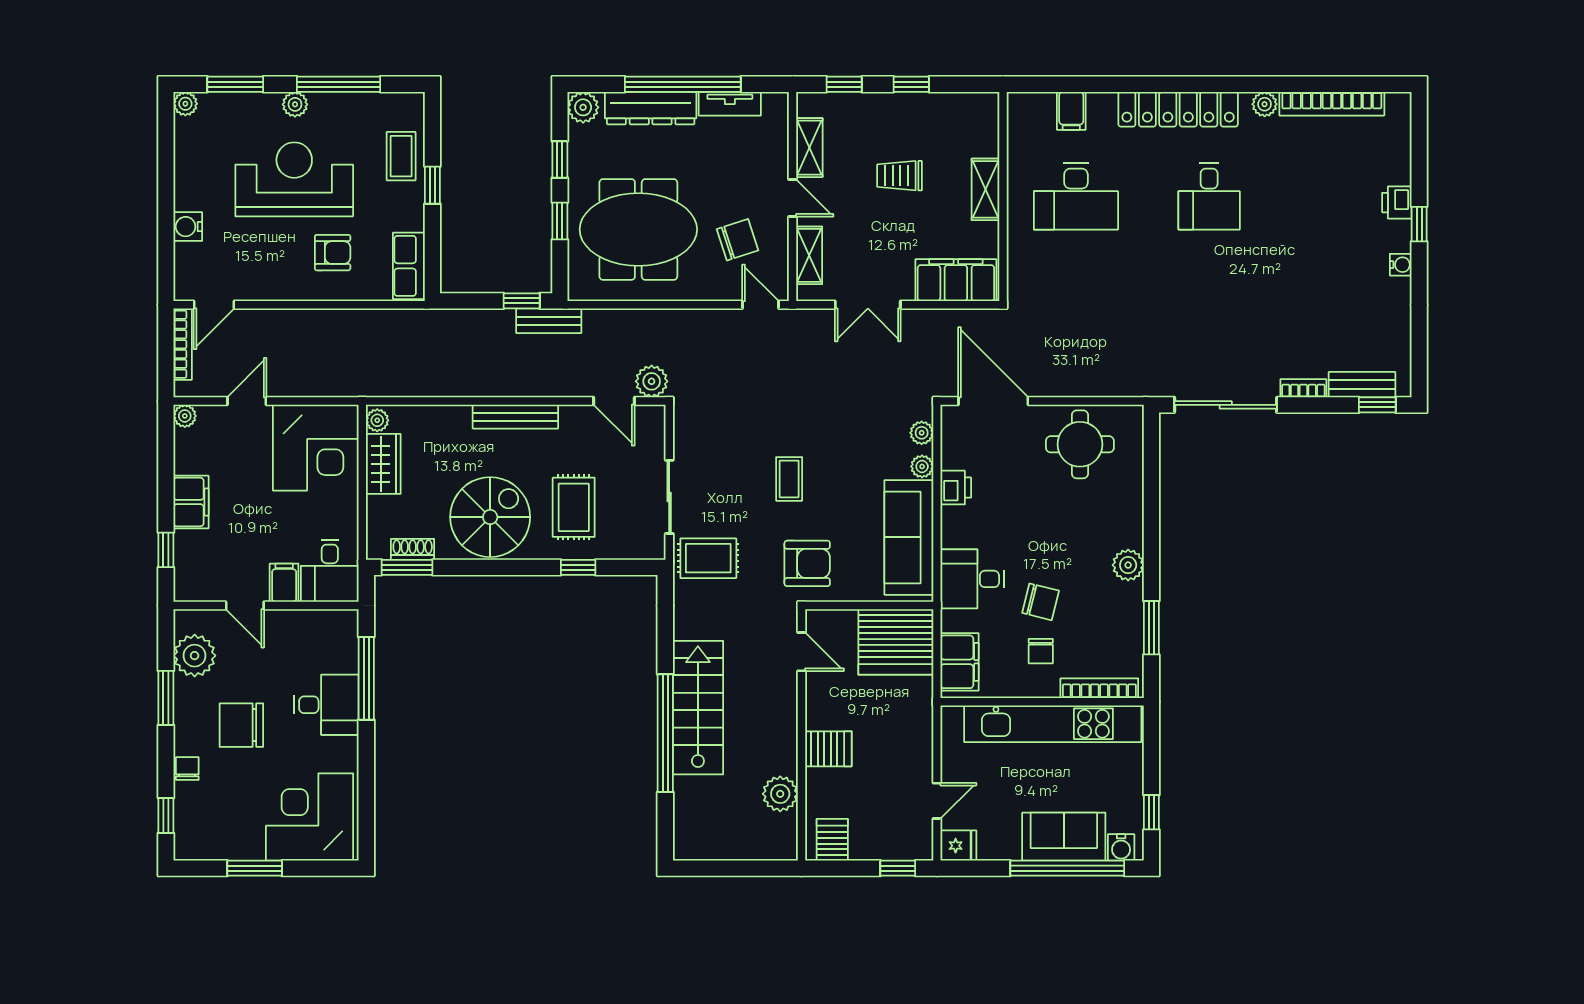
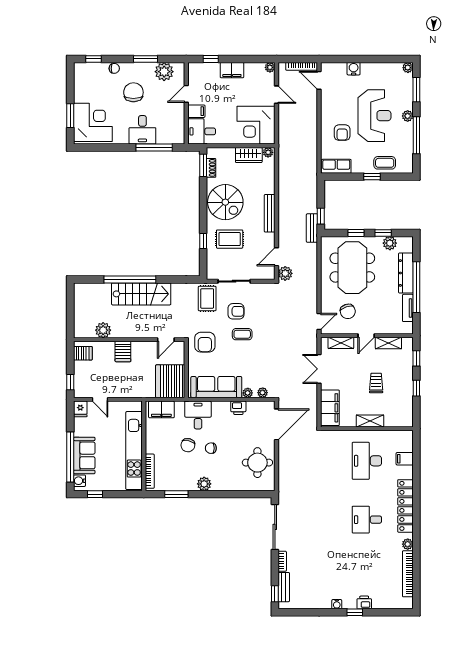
plant: (583, 107) -> (390, 243), moved
armchair: (737, 493) -> (236, 311), added
chair: (1041, 651) -> (211, 448), moved
window: (255, 868) -> (70, 116), moved

